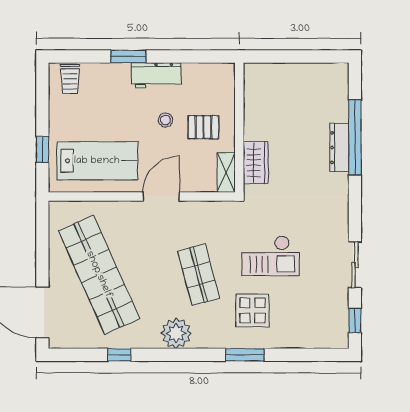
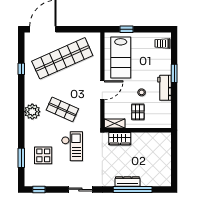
door: (161, 196) -> (102, 90), hinge flipped
checkout: (270, 256) -> (72, 146), turned 180
sliding door: (355, 265) -> (80, 189), moved
shop shelf: (199, 275) -> (62, 109), turned 39
display table: (252, 310) -> (43, 155), moved
plant: (176, 333) -> (32, 112), moved
window: (245, 355) -> (21, 158), moved

